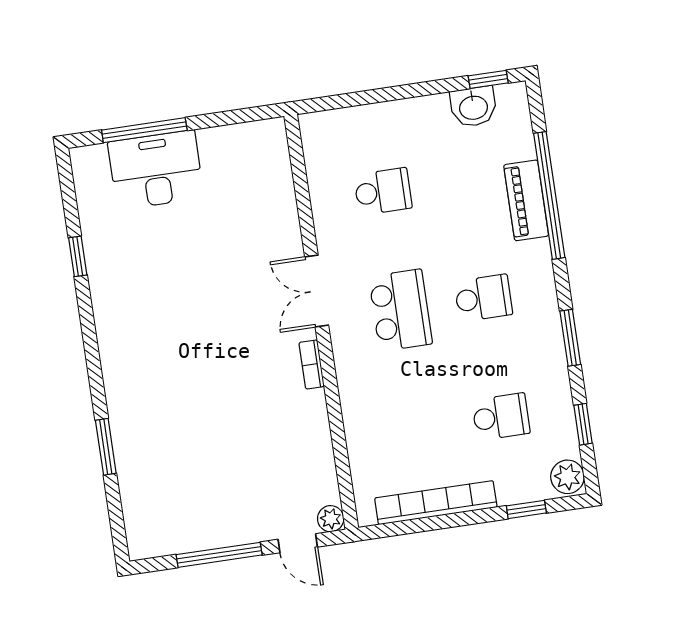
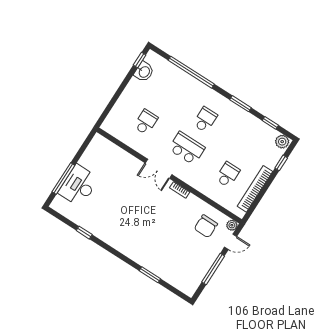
piano: (526, 200) -> (187, 81), removed
school desk: (501, 417) -> (228, 175), moved
chair: (287, 472) -> (206, 226), added

